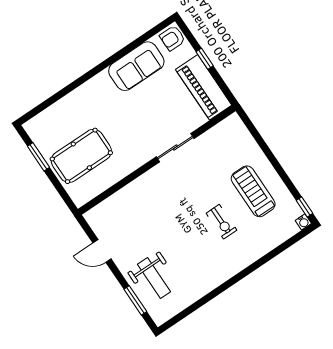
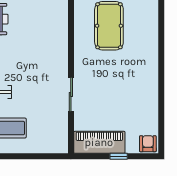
sofa: (136, 66) -> (145, 106), removed

